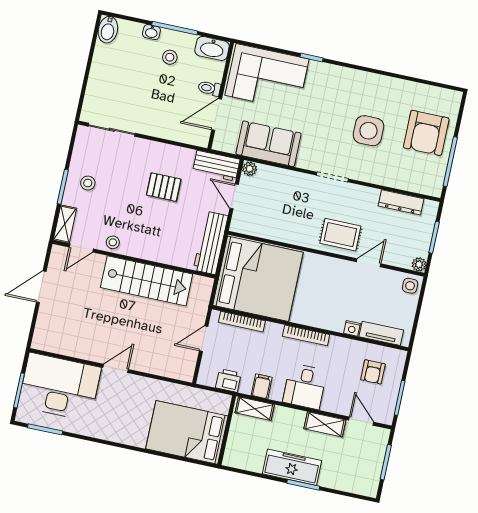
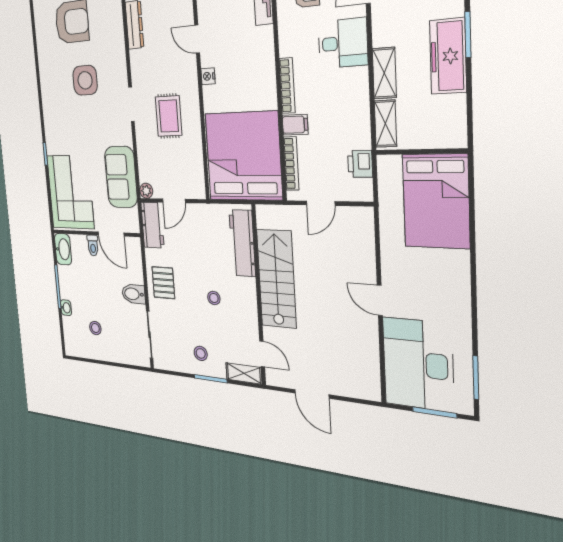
bidet: (108, 30) -> (133, 294), moved, turned 180
stool: (170, 57) -> (95, 328), moved
pallet: (164, 187) -> (163, 283), moved
rug: (340, 235) -> (169, 116), moved
stool: (113, 242) -> (214, 298), moved
workbench: (211, 243) -> (242, 243), moved, turned 90
nightstand: (352, 328) -> (208, 76), moved, turned 180
door: (204, 339) -> (321, 203), hinge flipped
filing cabinet: (262, 386) -> (295, 125), moved, turned 180
desk: (305, 386) -> (343, 43), moved
shelving: (325, 424) -> (384, 73), moved

